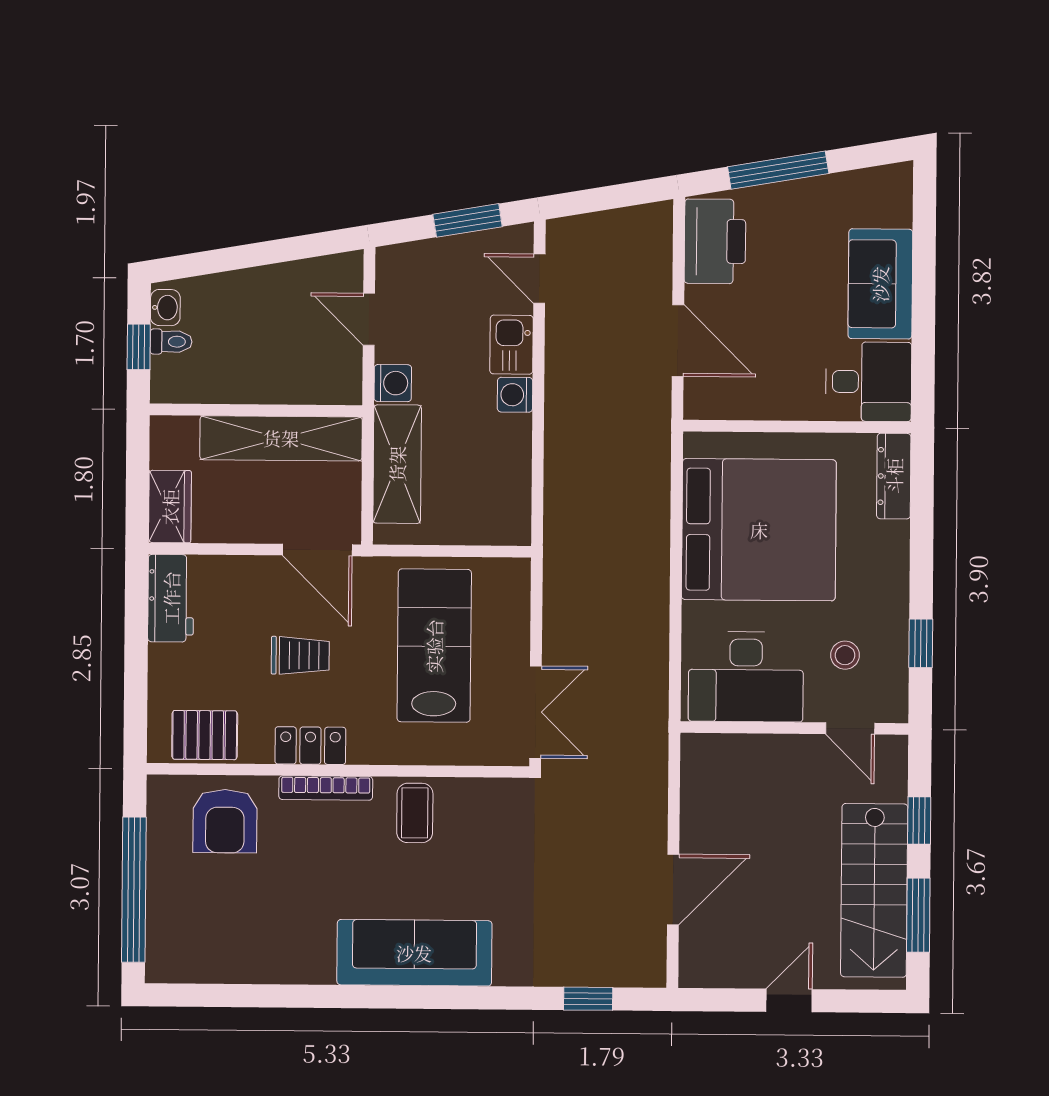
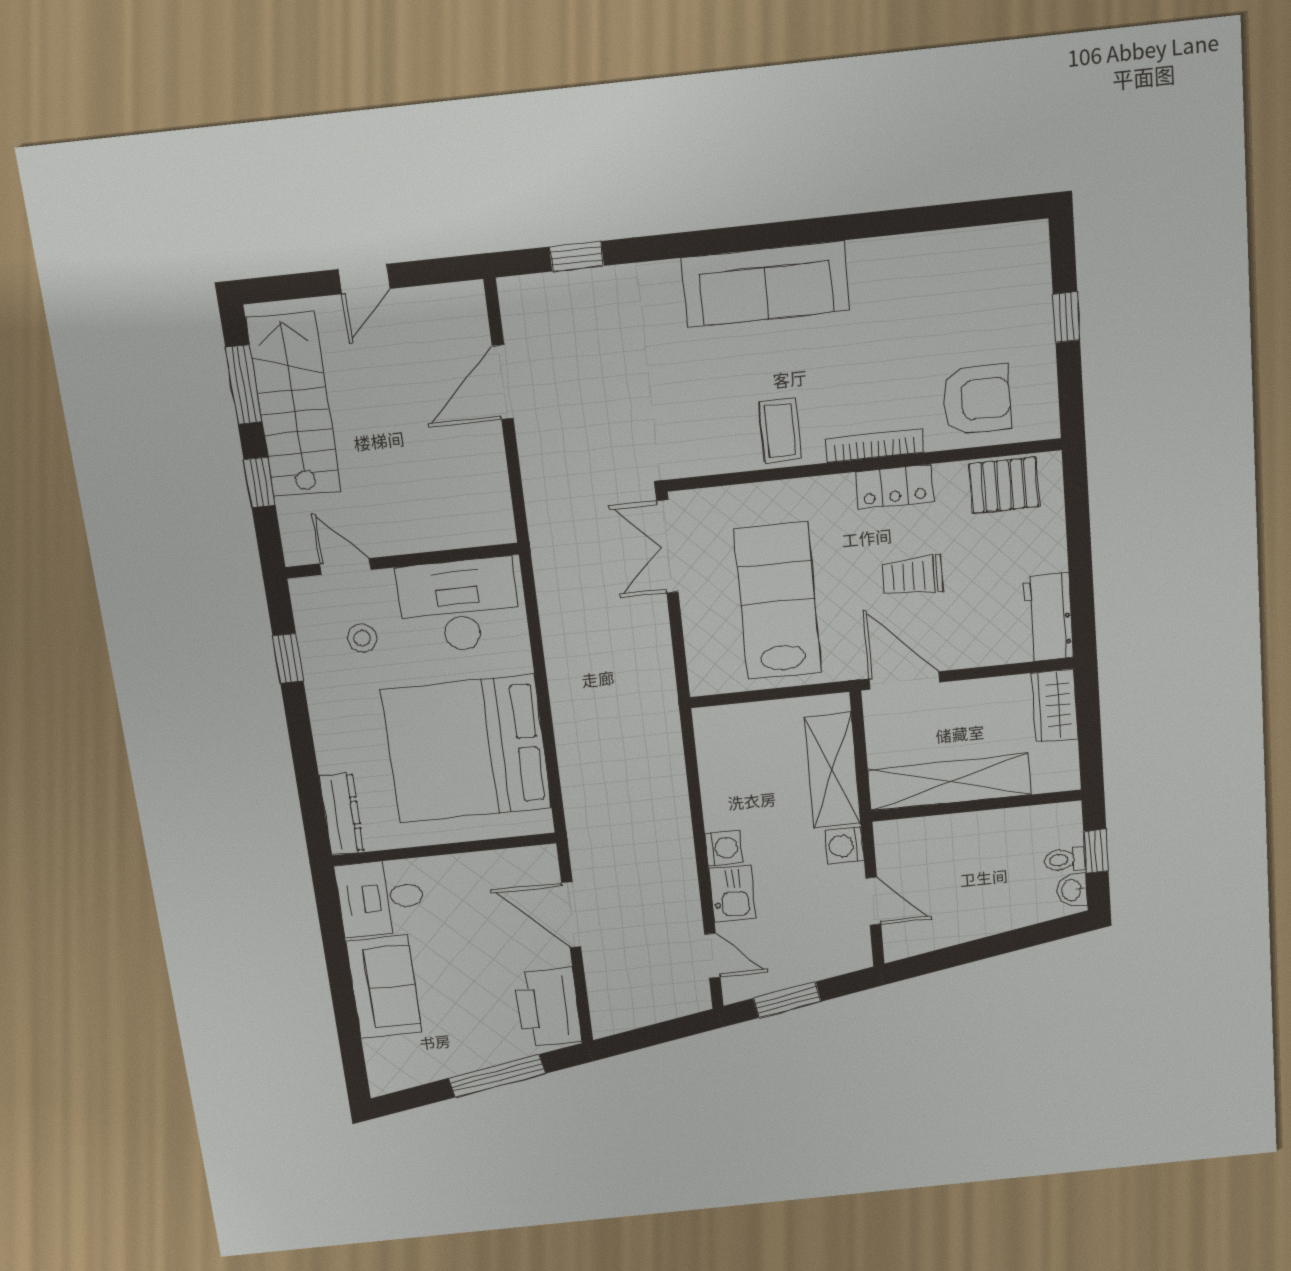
lab bench: (434, 646) -> (778, 601), turned 180
armchair: (225, 821) -> (976, 400), turned 90
window: (134, 890) -> (1066, 317), width x0.32

